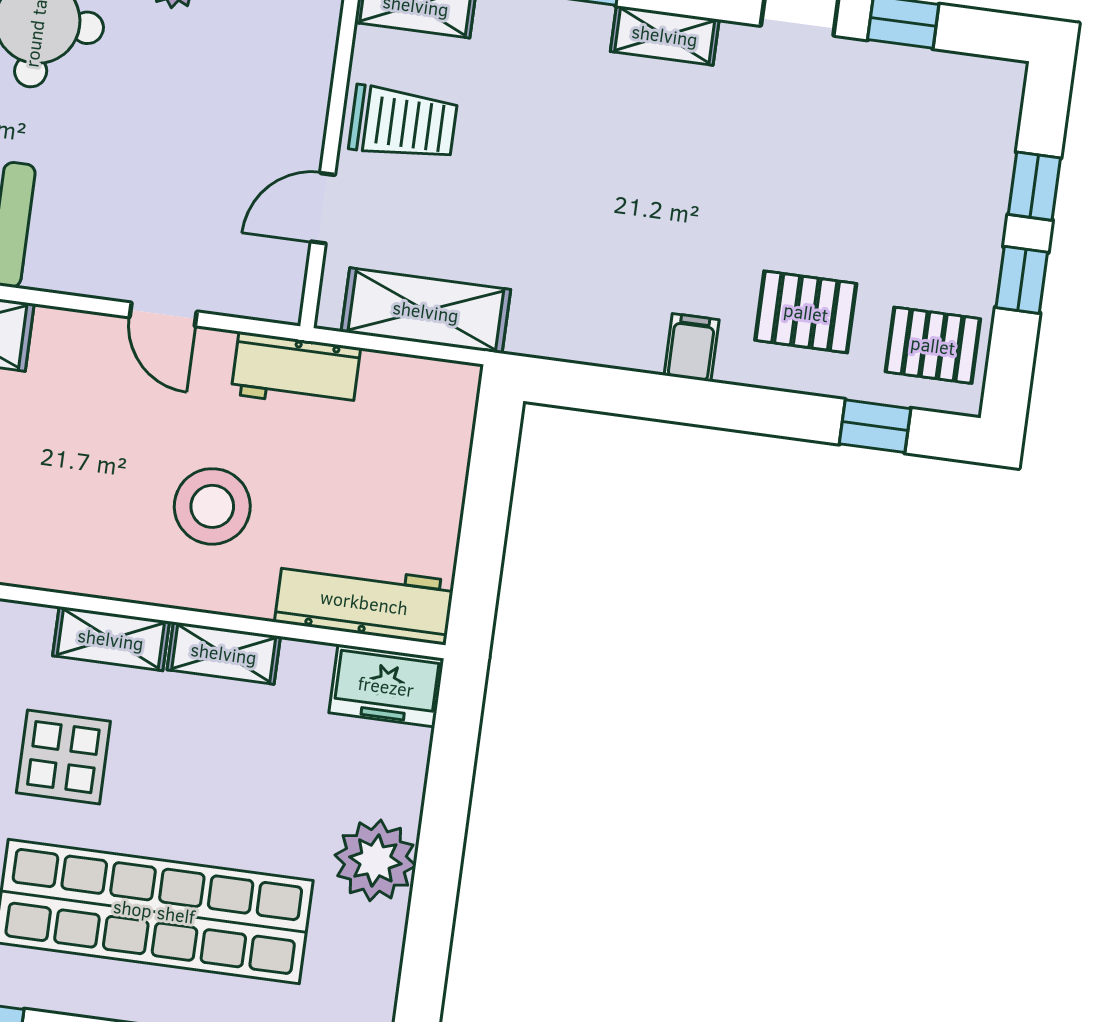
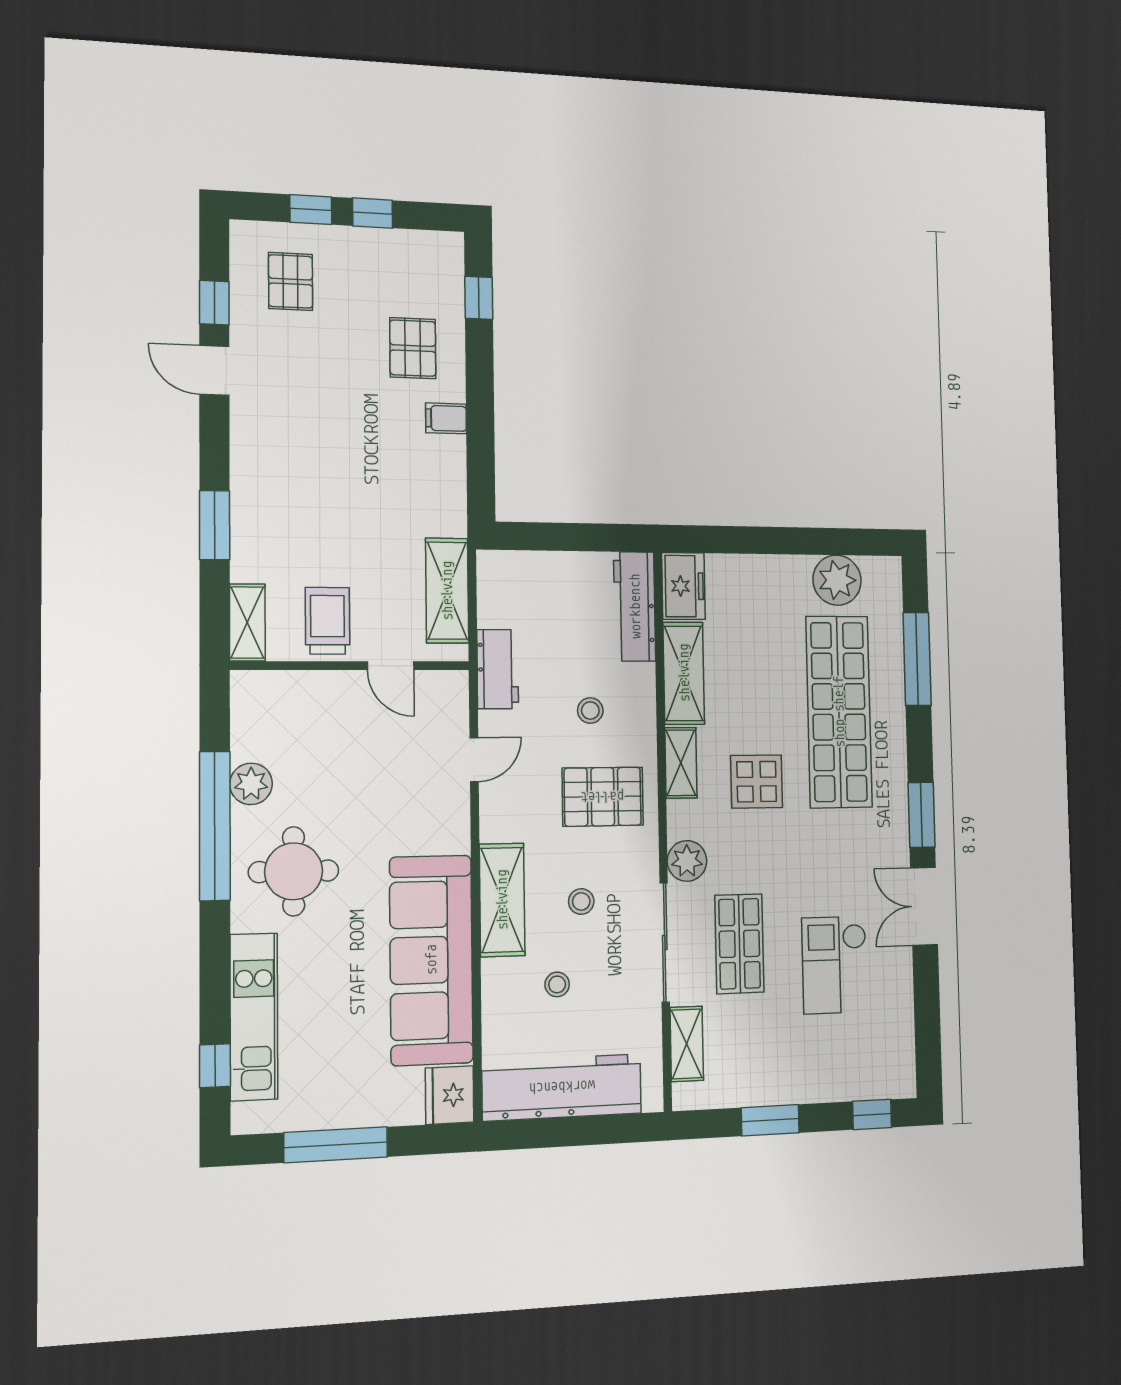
shelving: (665, 35) -> (245, 457), removed
pallet: (933, 345) -> (291, 281), moved
pallet: (77, 506) -> (603, 797), added
stool: (212, 506) -> (590, 711), width x0.53, depth x0.53
shelving: (224, 653) -> (684, 673), width x1.50, depth x1.33
plant: (375, 860) -> (837, 580), moved

